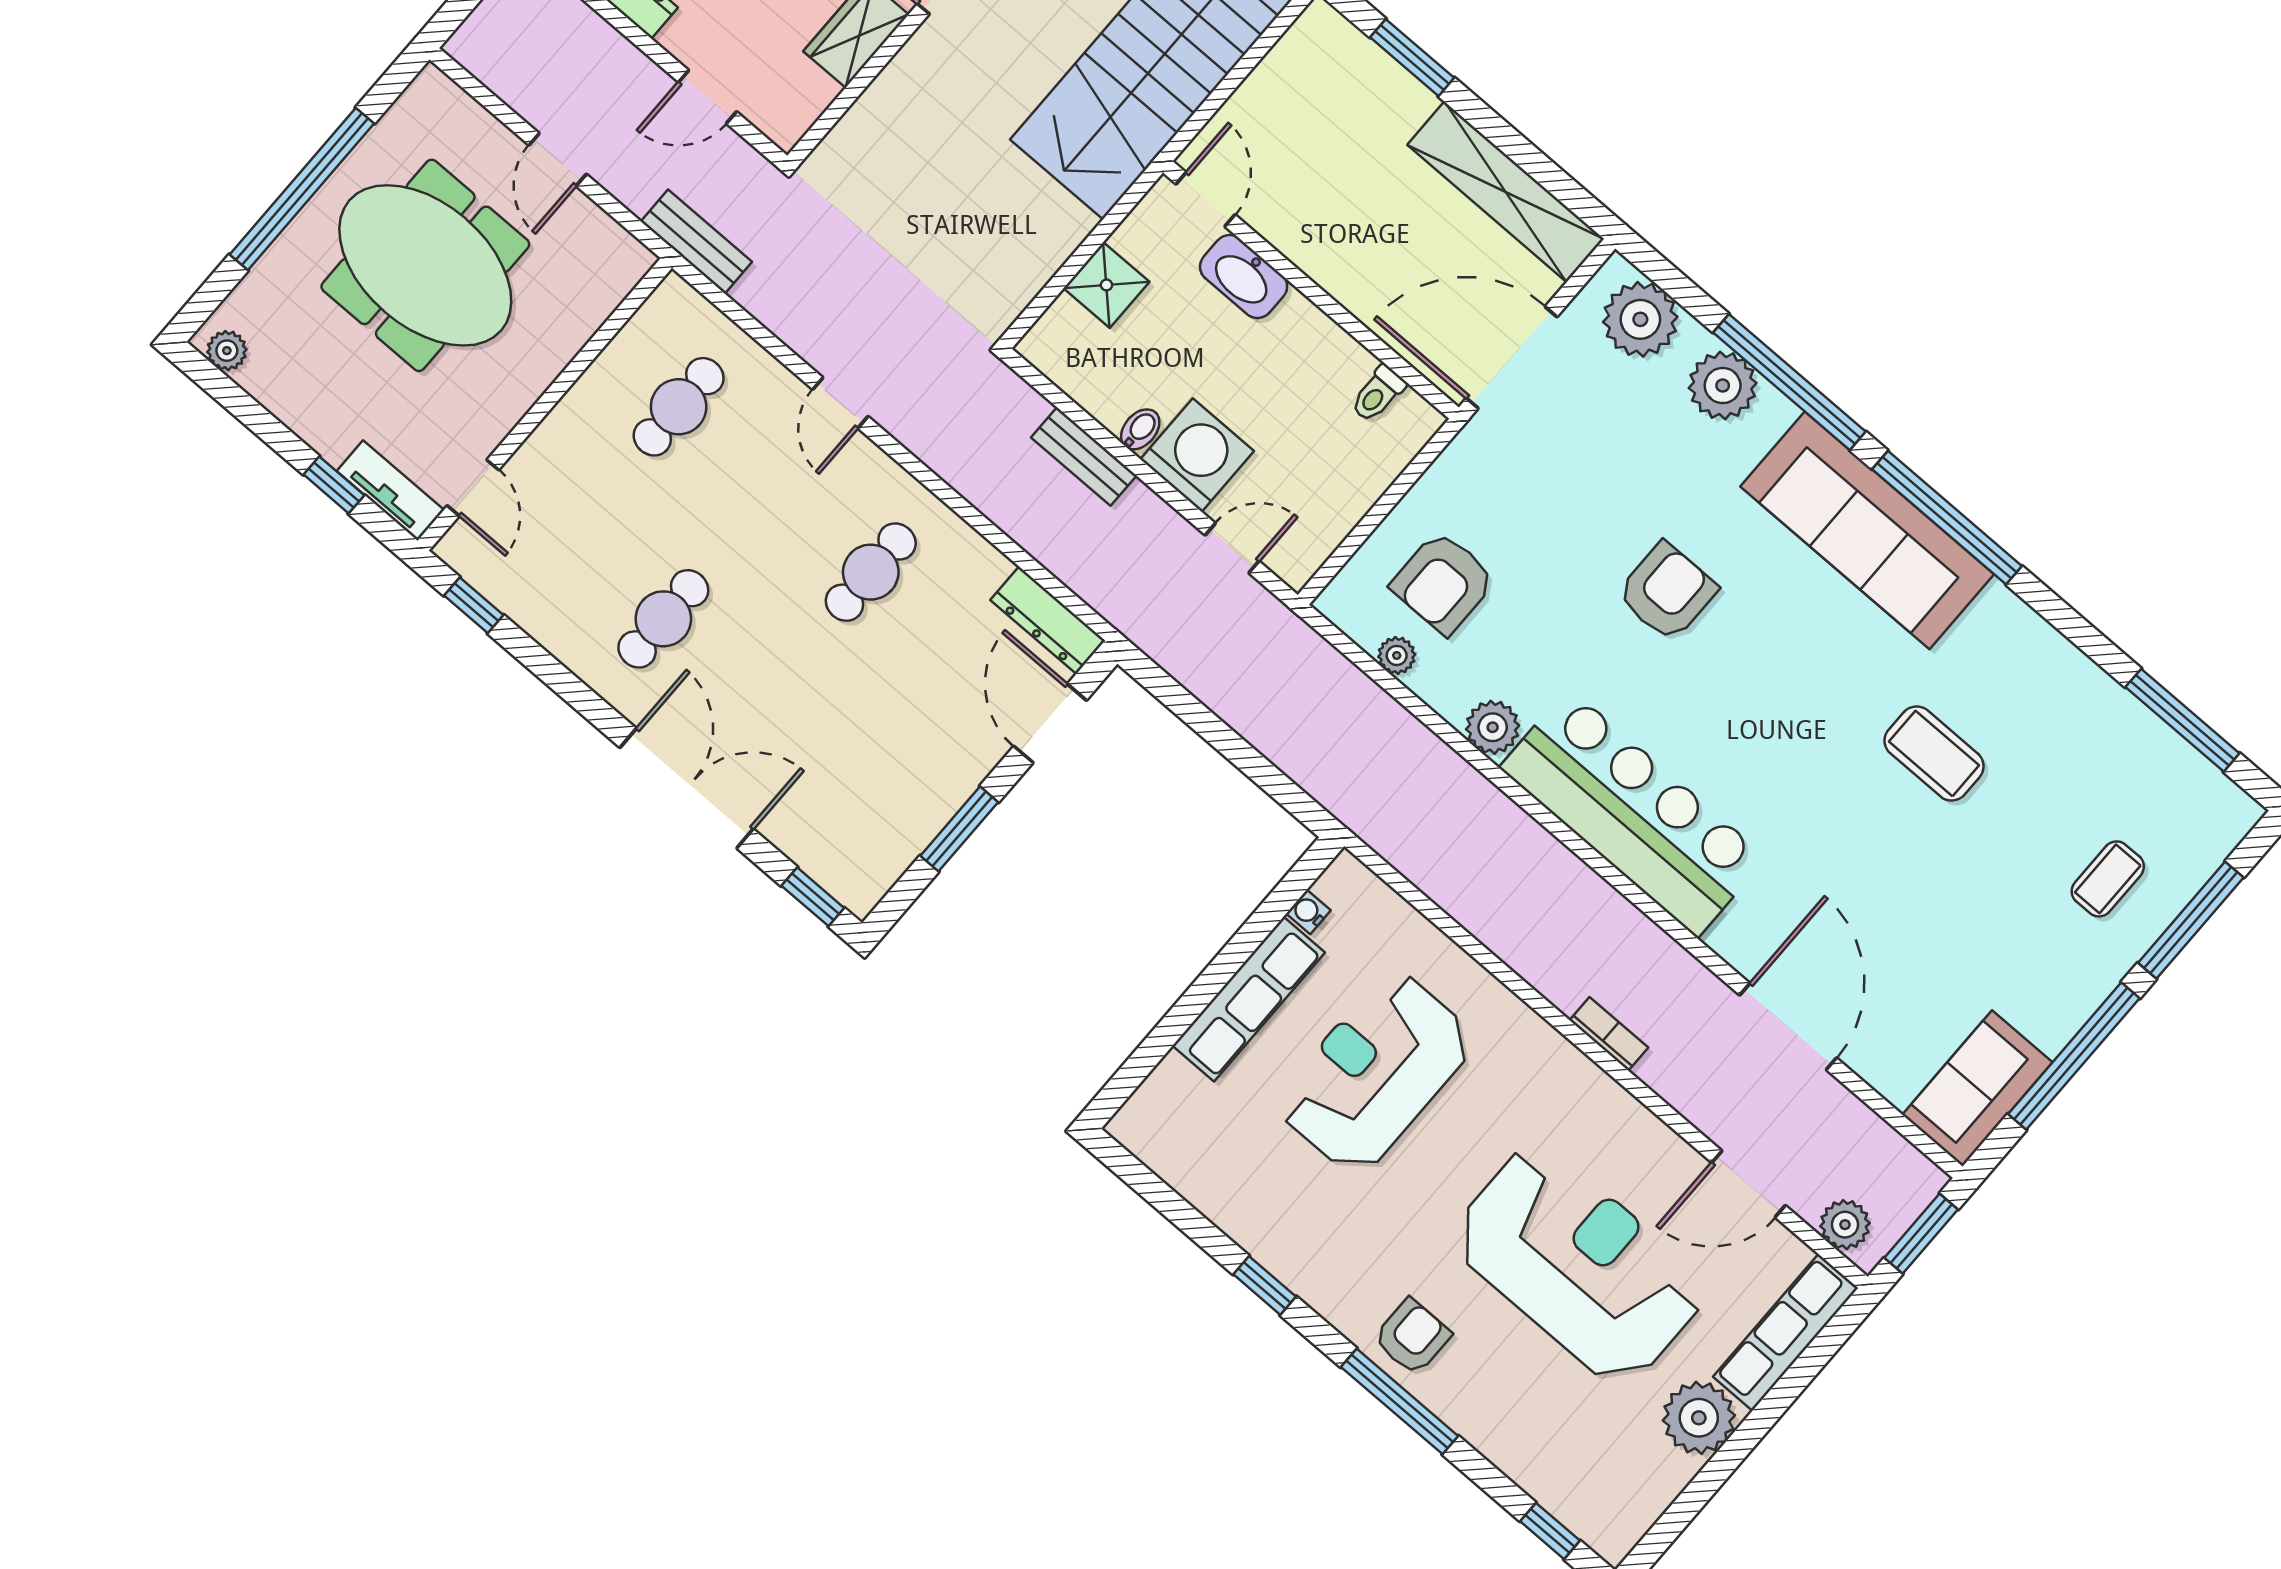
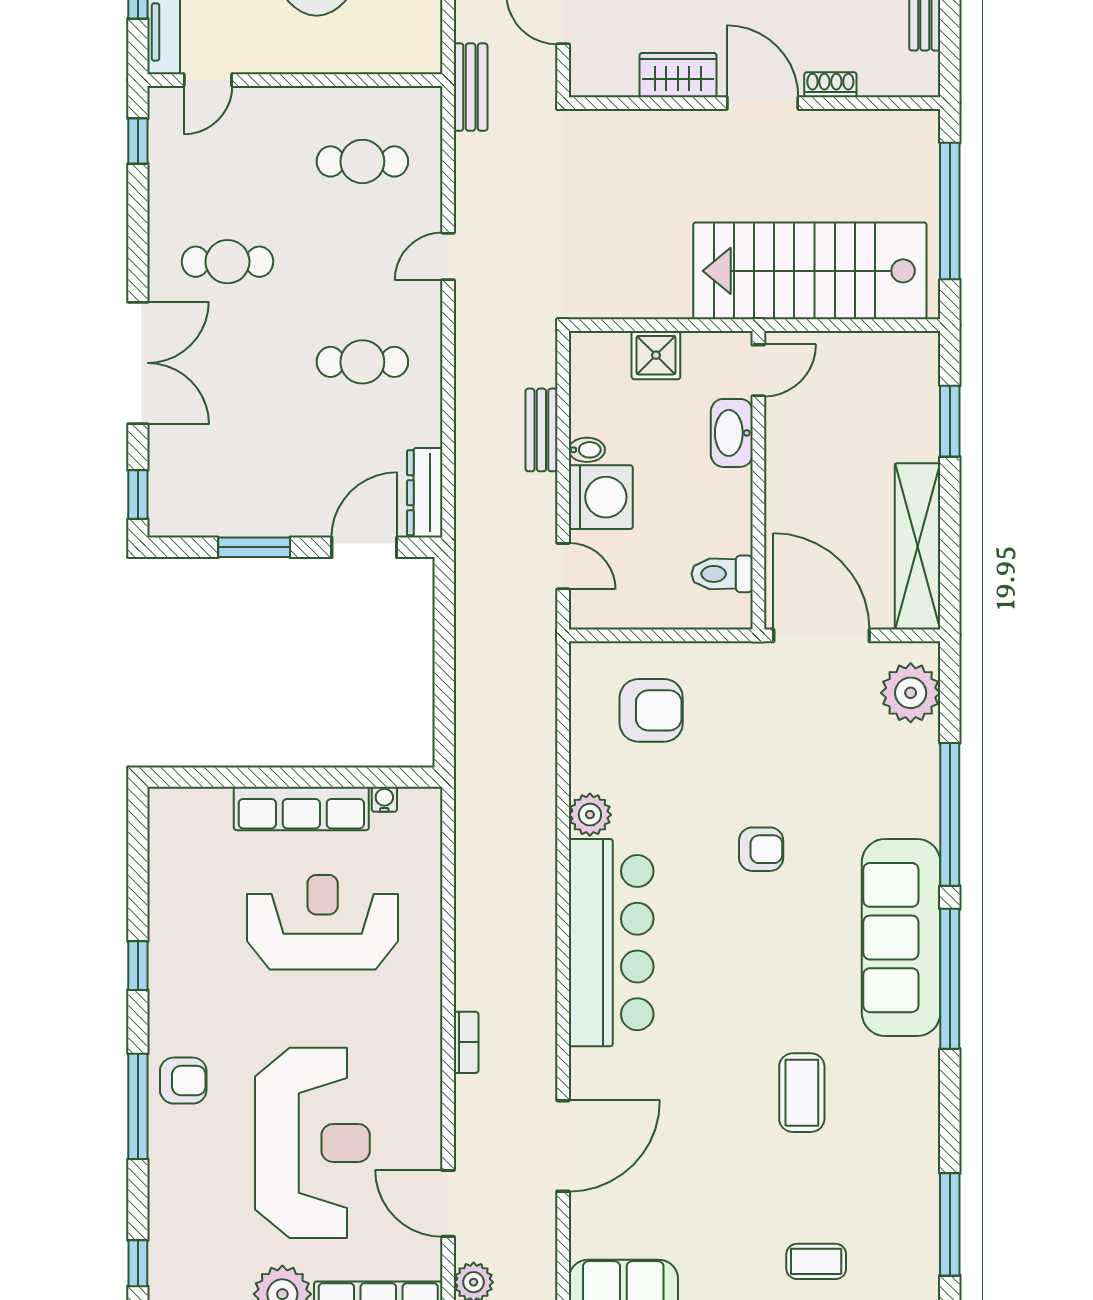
plant: (1723, 386) -> (913, 776), removed
toilet: (1378, 394) -> (722, 574), width x1.37, depth x1.39
armchair: (1443, 583) -> (651, 710), turned 180
armchair: (1667, 592) -> (761, 849), width x0.72, depth x0.72
plant: (1397, 655) -> (584, 720), removed

